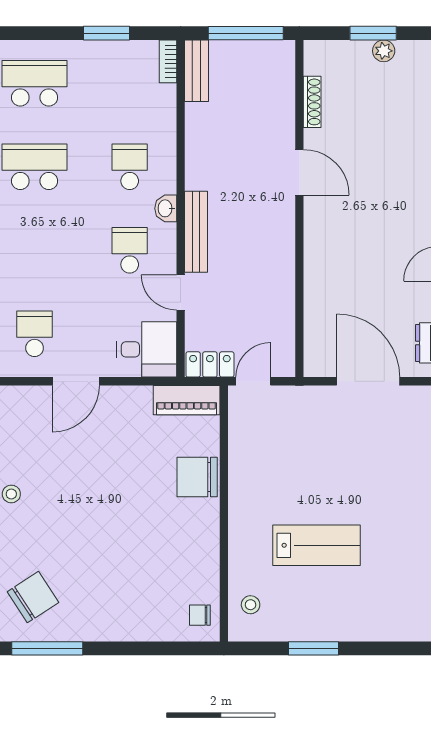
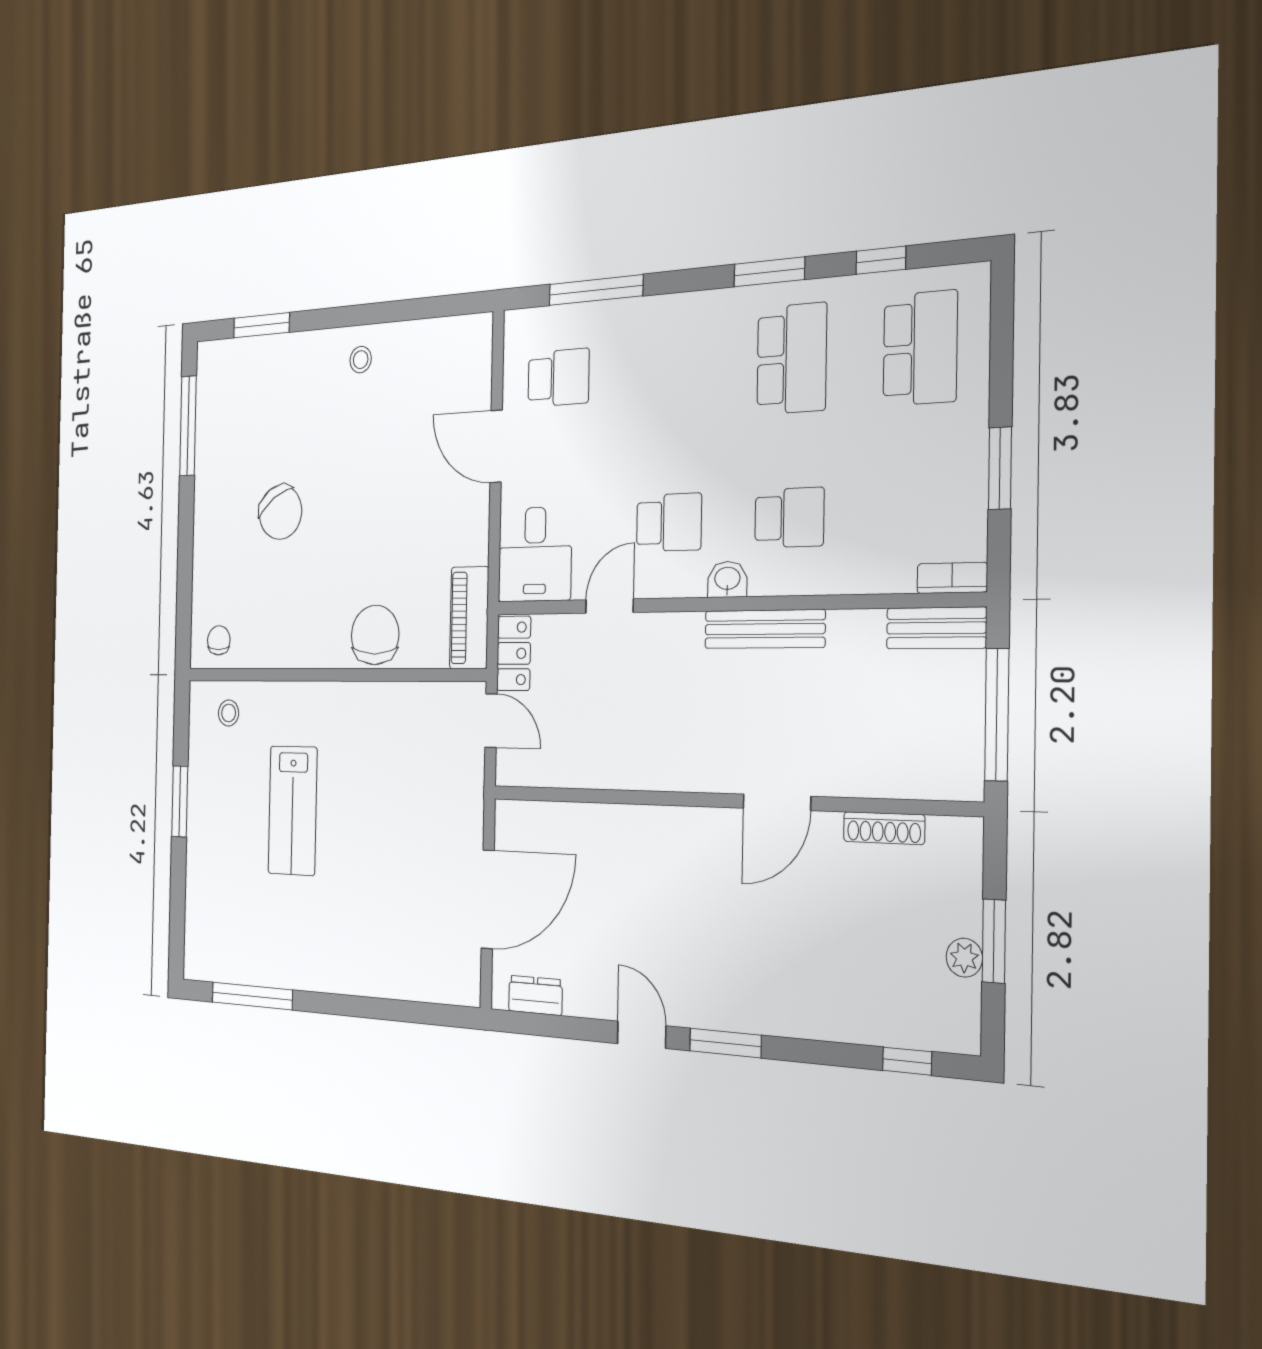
bench: (196, 232) -> (764, 629), moved
chair: (33, 597) -> (280, 512), moved

